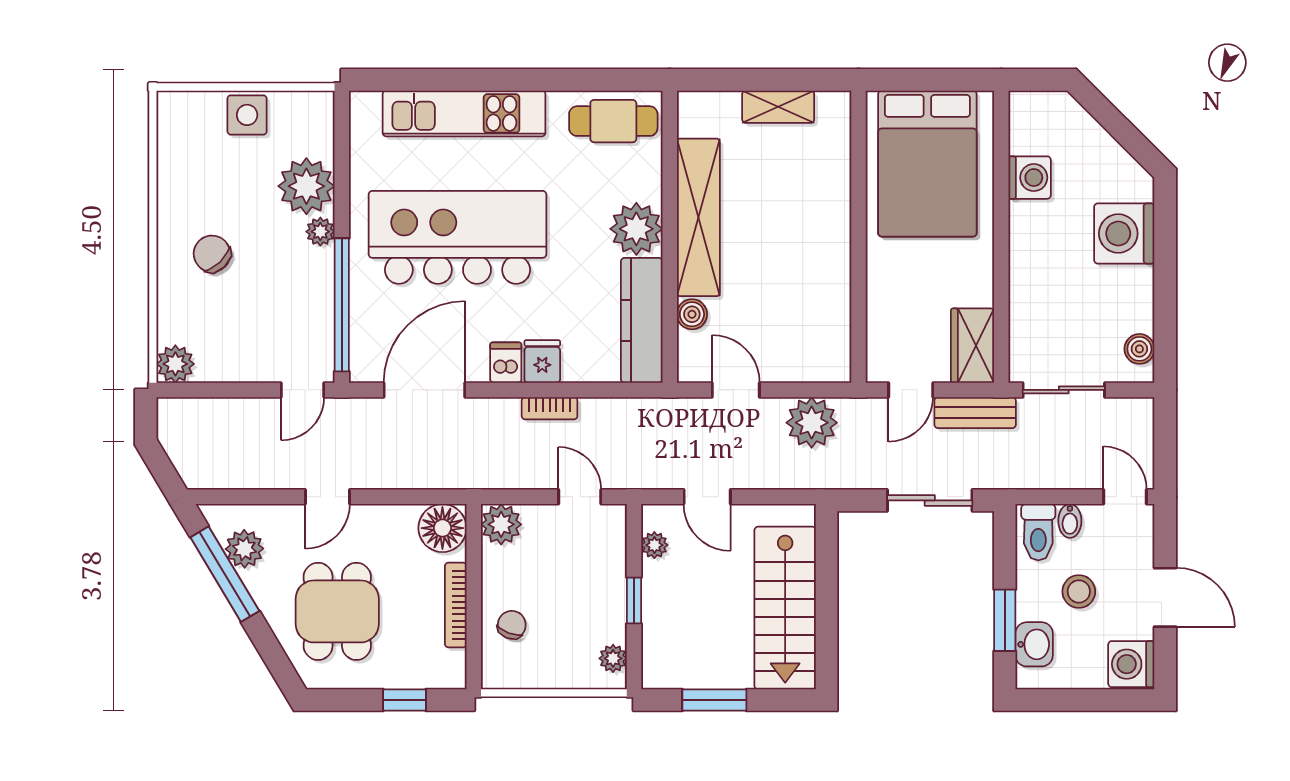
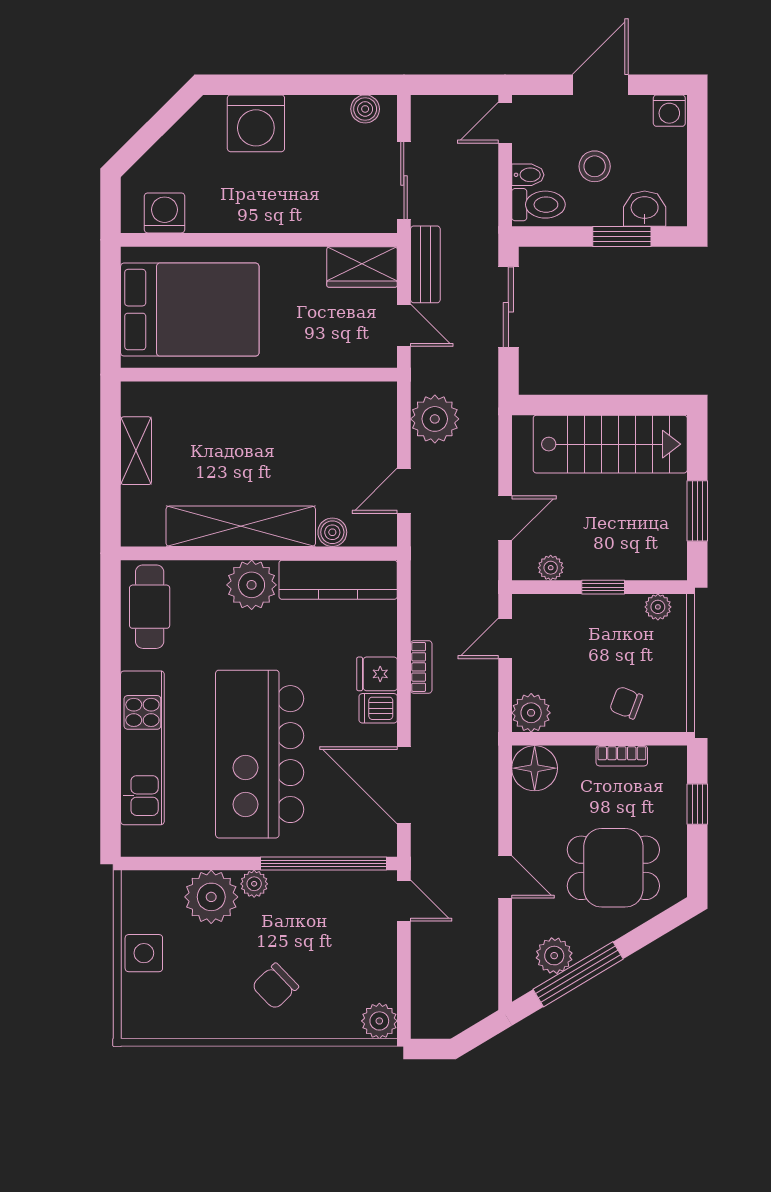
washing machine: (1030, 178) -> (165, 213), moved
bookcase: (456, 605) -> (622, 756), width x0.64
washing machine: (1131, 664) -> (669, 111), width x0.73, depth x0.73

